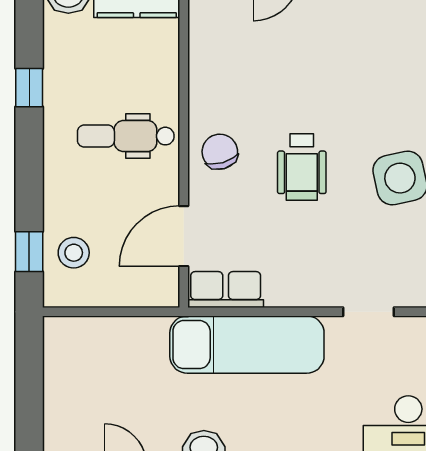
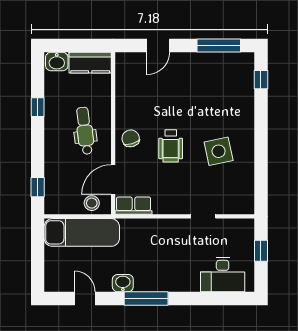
dental chair: (126, 136) -> (85, 131), turned 83
stool: (74, 253) -> (92, 203), moved
exam couch: (247, 345) -> (82, 232), moved

